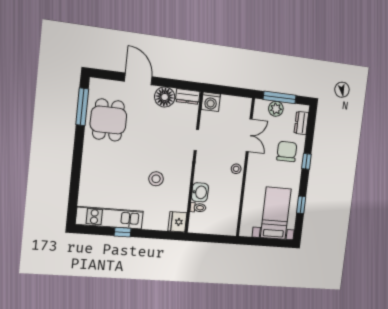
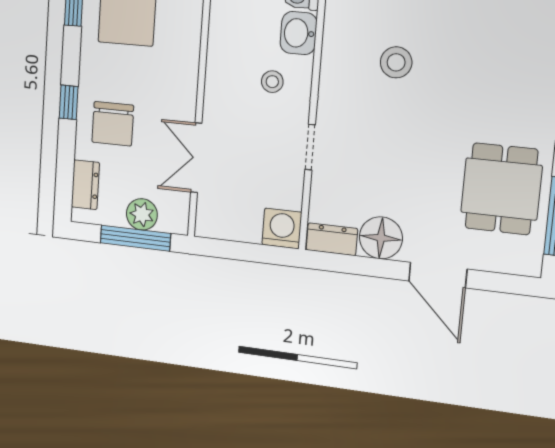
stool: (236, 169) -> (272, 82), moved

